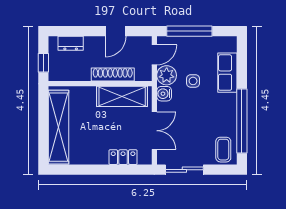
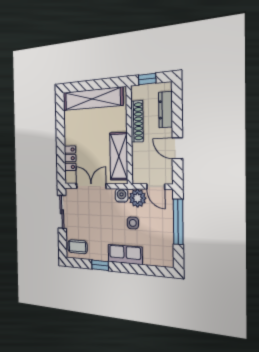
dresser: (71, 43) -> (165, 110), width x1.44
row of seats: (227, 73) -> (125, 254), moved
shoe rack: (113, 75) -> (137, 121), moved
window: (242, 121) -> (100, 265), width x0.32
double door: (154, 131) -> (91, 186), swing flipped

